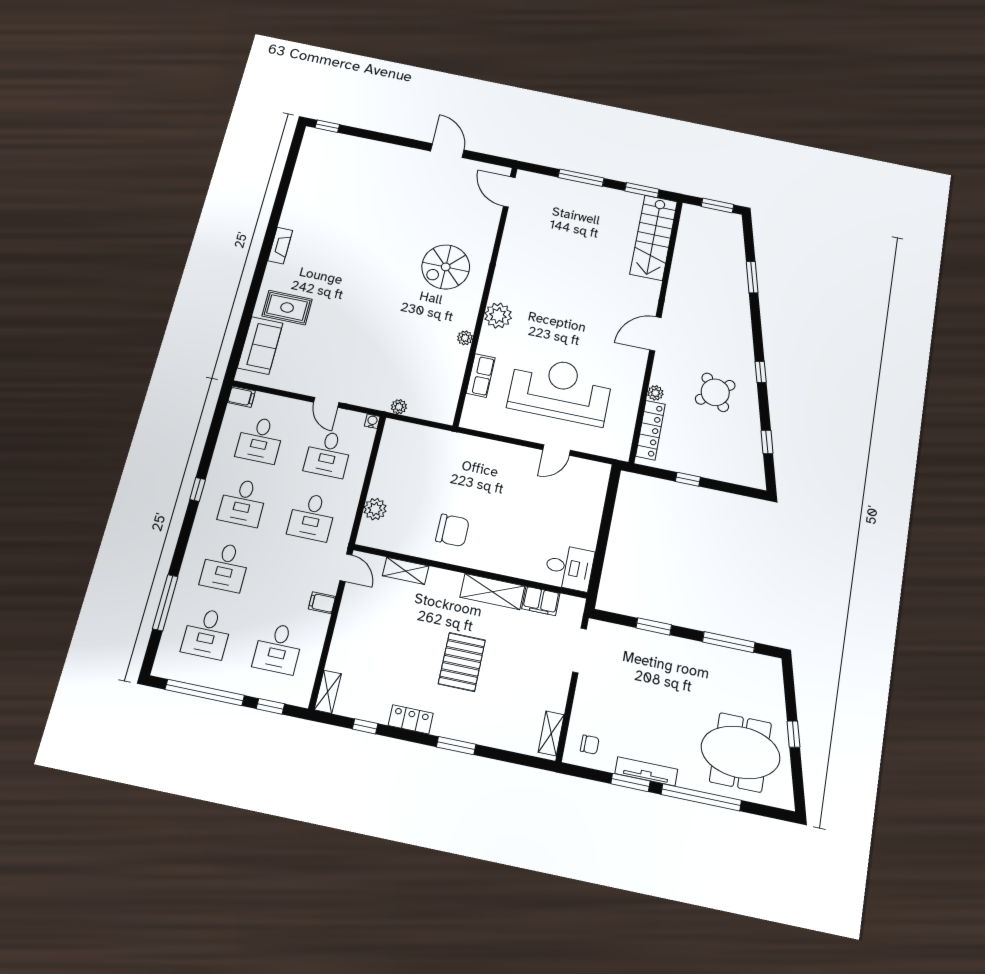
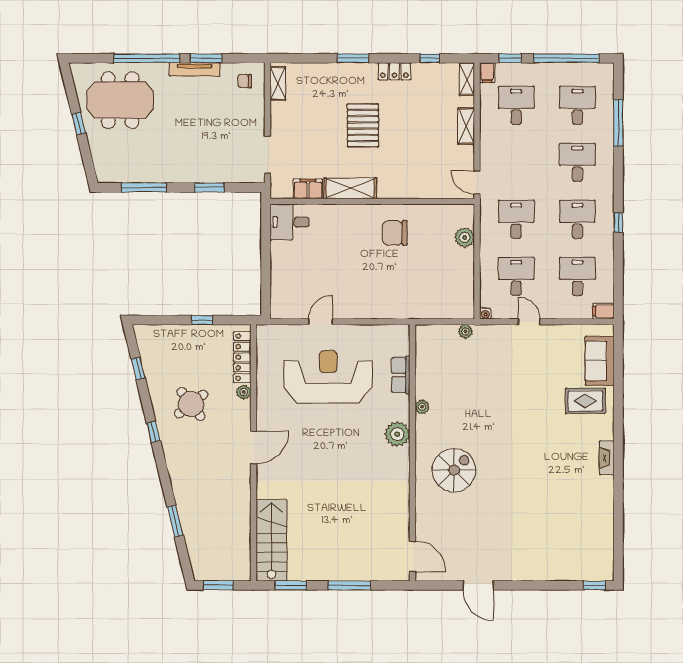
reception desk: (560, 390) -> (328, 377), turned 180
shelving: (406, 571) -> (466, 126), moved, turned 90
filing cabinet: (322, 603) -> (487, 73), moved, turned 90

